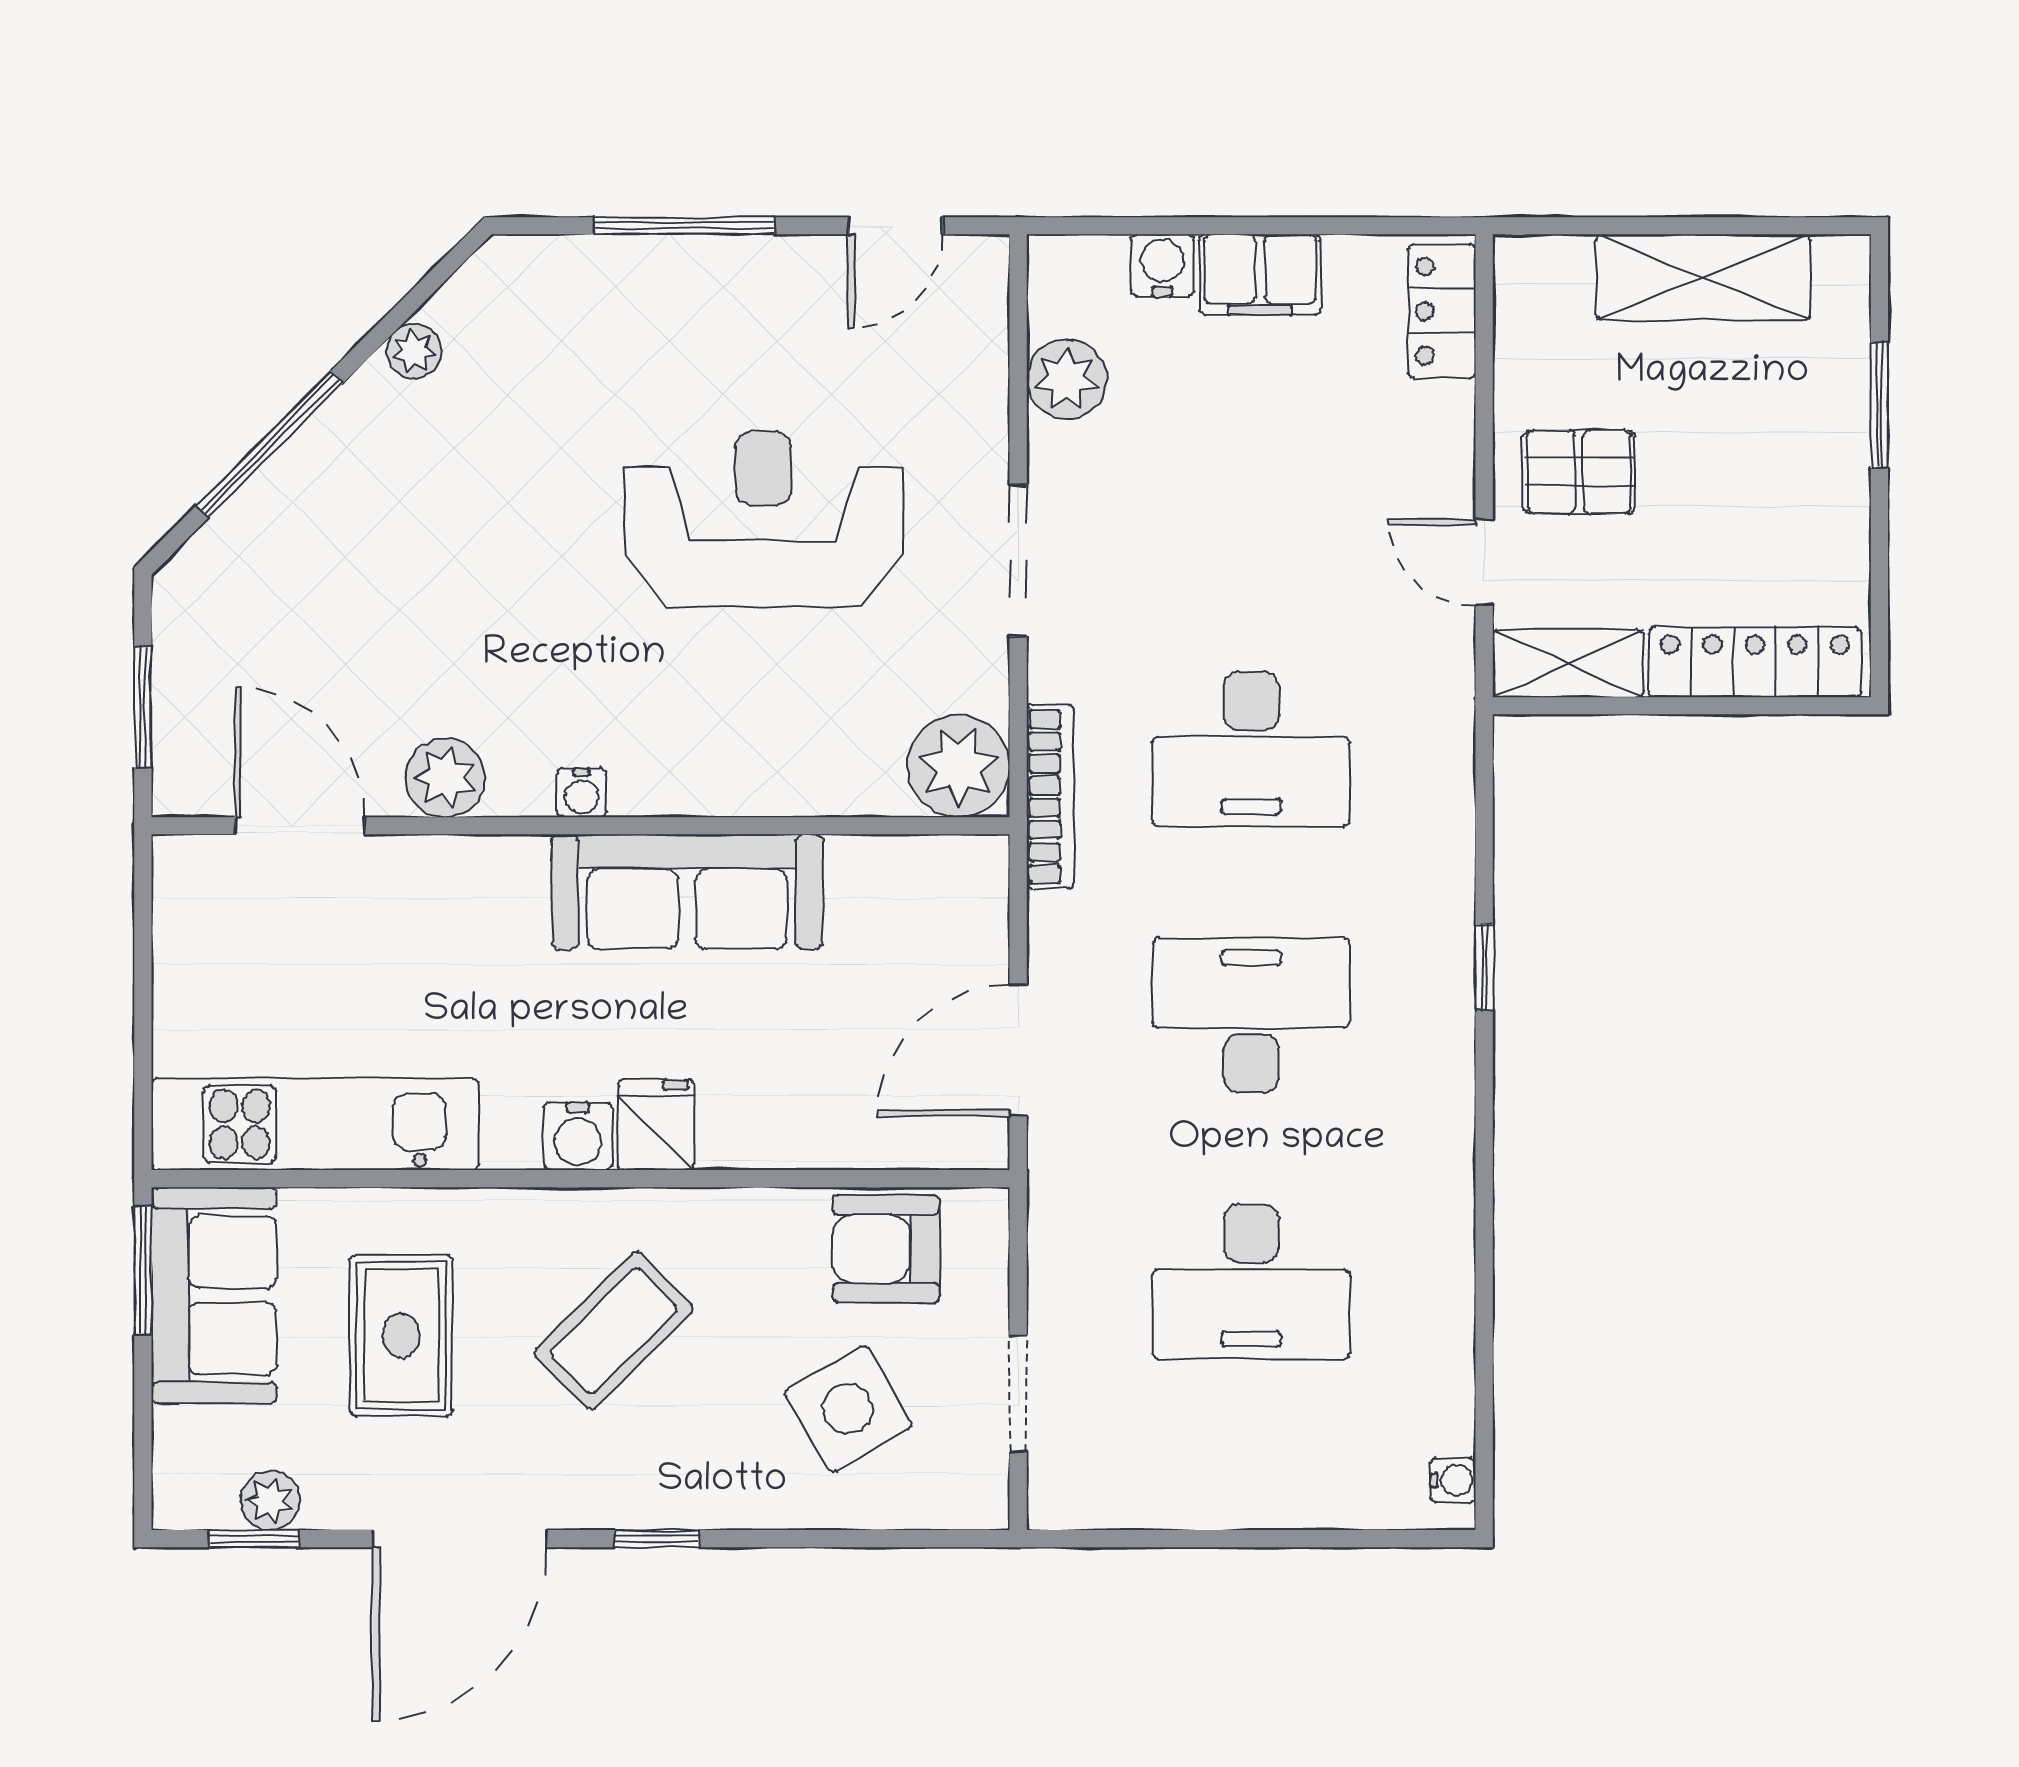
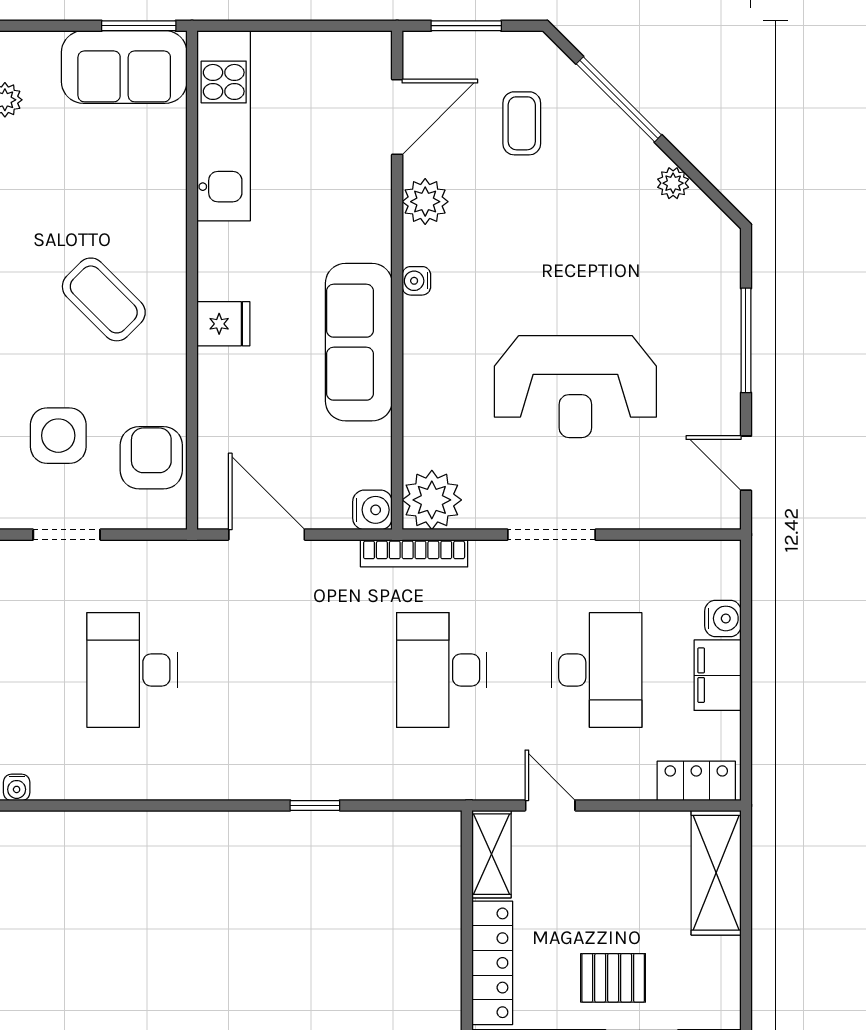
shelving: (1703, 277) -> (716, 873), moved
plant: (1067, 379) -> (657, 563), removed
pallet: (1579, 472) -> (613, 978), moved, turned 90
reception desk: (764, 519) -> (575, 387), turned 90
door: (1484, 562) -> (550, 805), hinge flipped
coffee table: (311, 611) -> (522, 123), added
desk: (1251, 1015) -> (597, 670), moved
water cooler: (578, 1136) -> (372, 510), moved, turned 180
rug: (401, 1335) -> (101, 176), removed
side table: (848, 1409) -> (58, 436), turned 30

